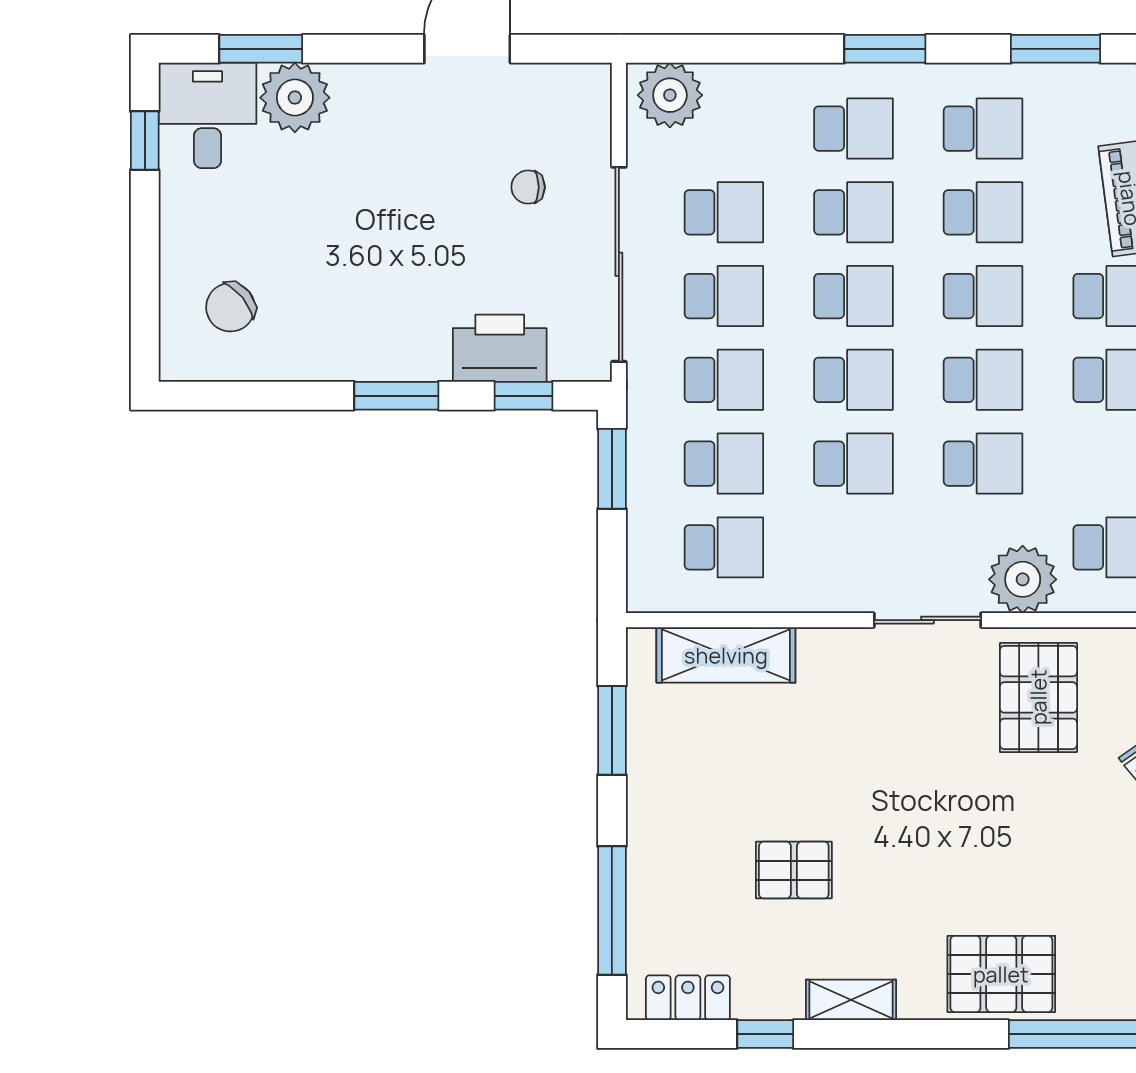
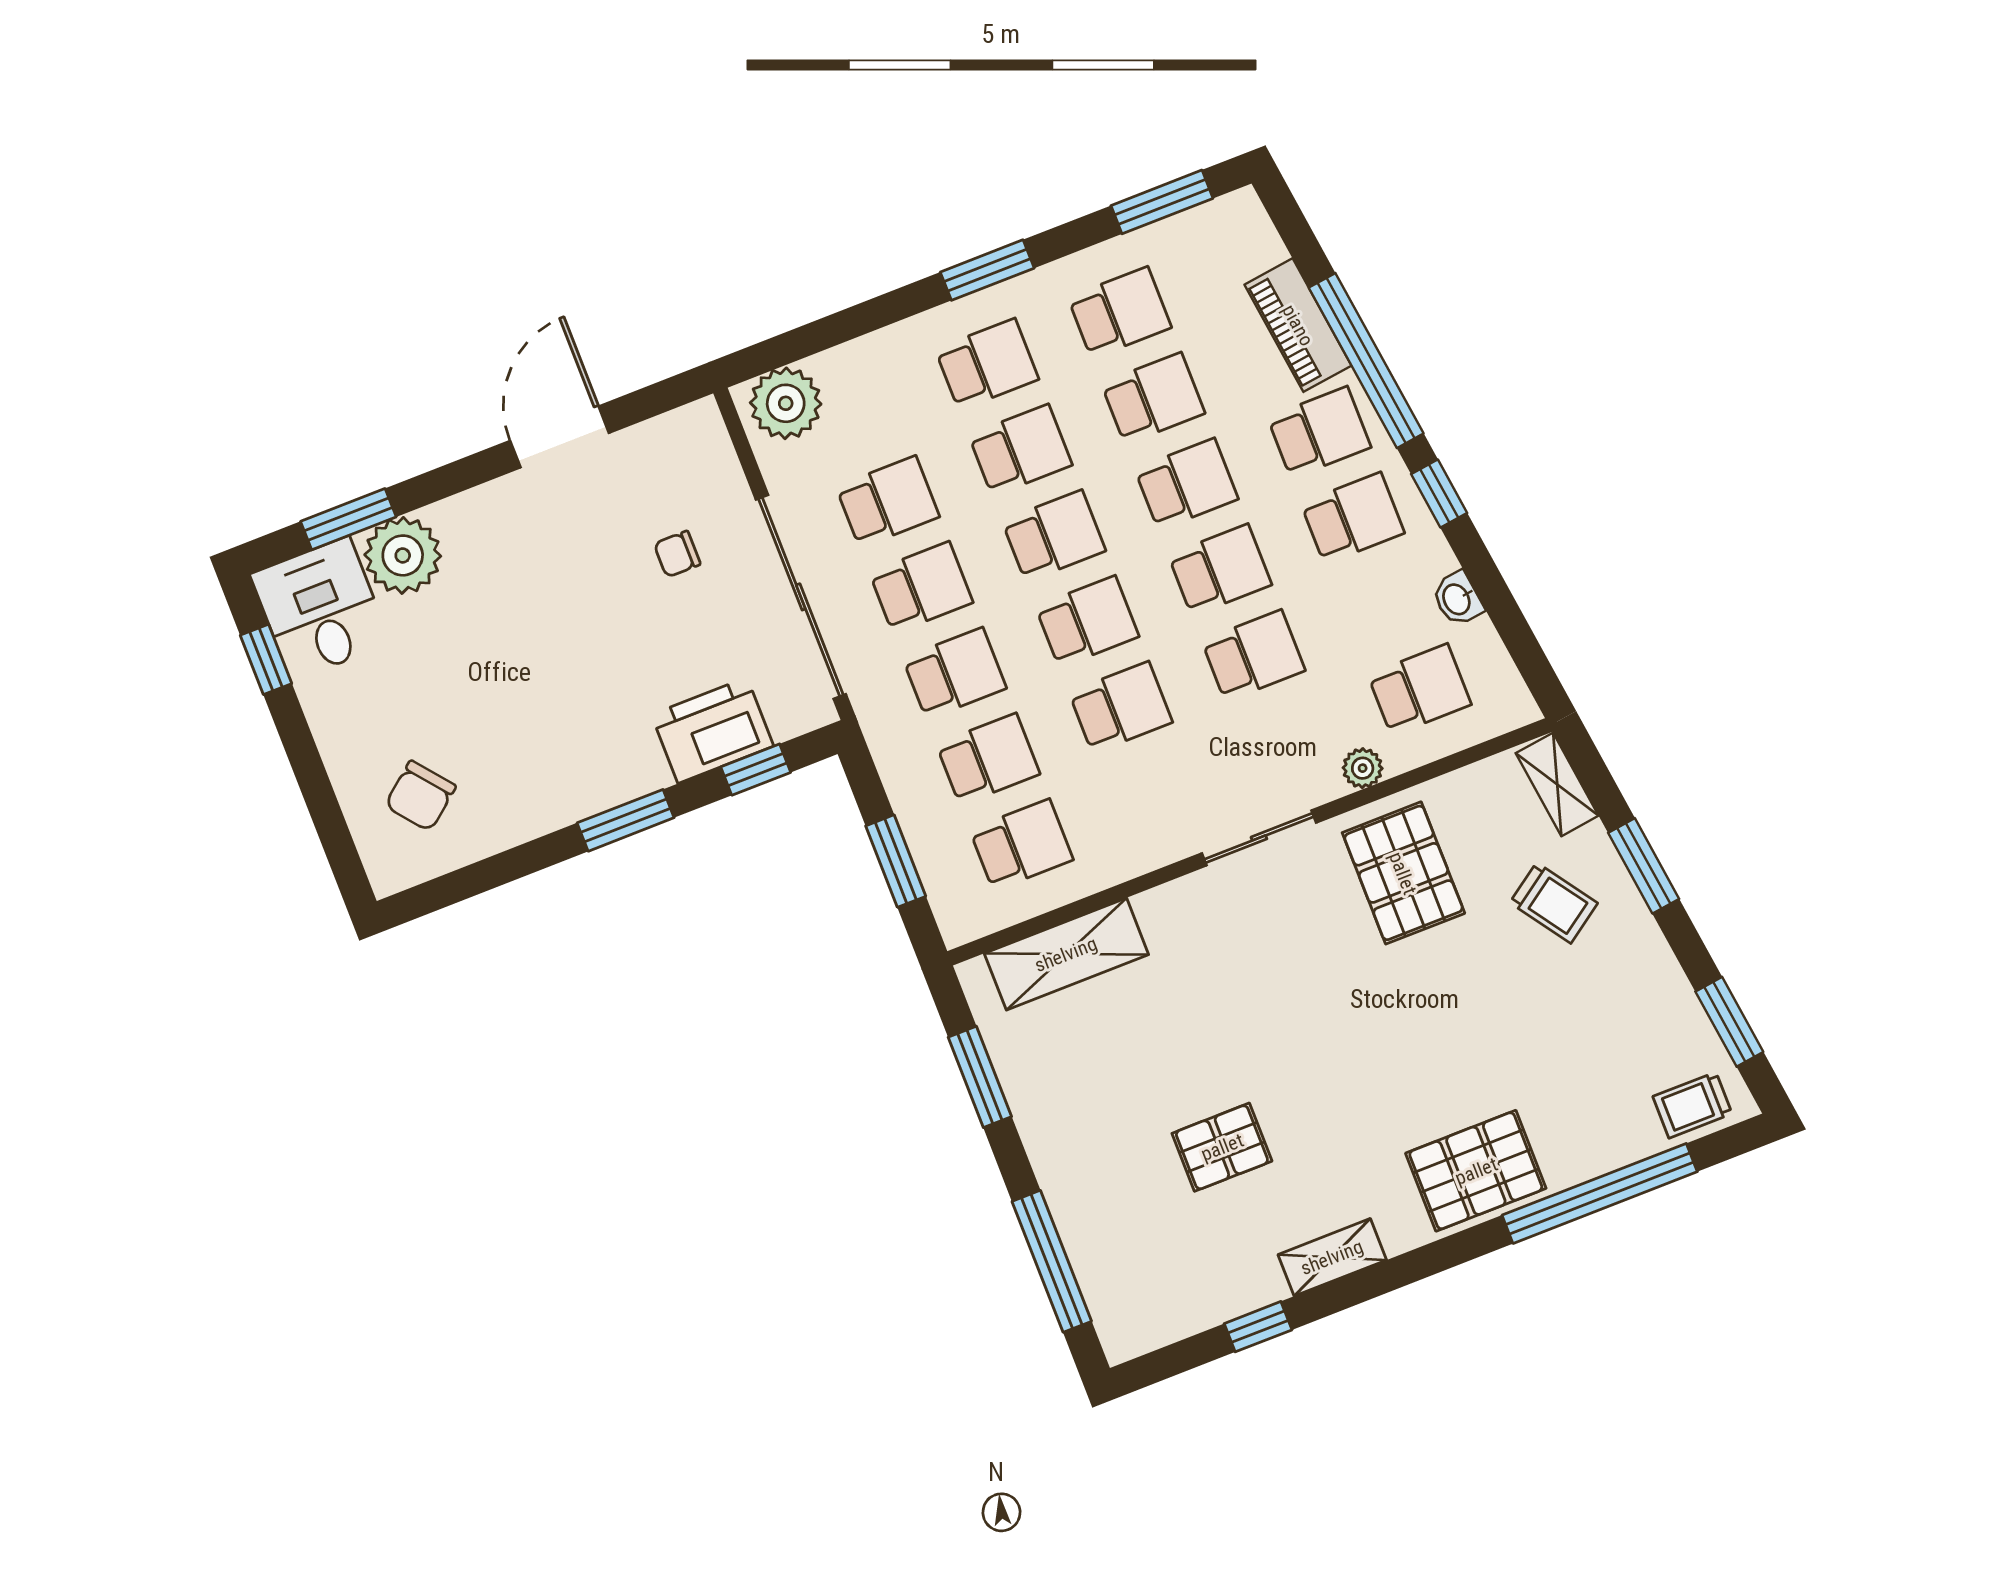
window: (612, 469) -> (896, 861), moved
plant: (1023, 579) -> (1363, 768), width x0.53, depth x0.53
locker: (688, 998) -> (1164, 1320), removed

